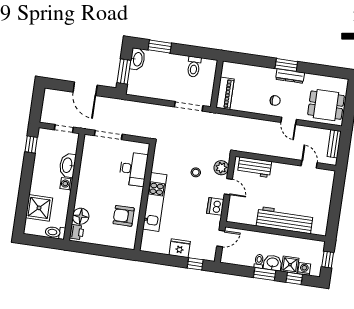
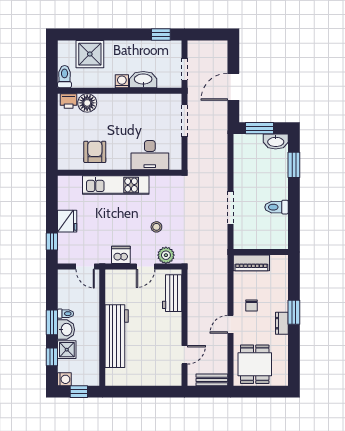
dresser: (290, 76) -> (282, 323), width x0.70
wall: (217, 84) -> (261, 252), moved
piano: (225, 93) -> (251, 263), moved
washing machine: (304, 269) -> (64, 379), moved

